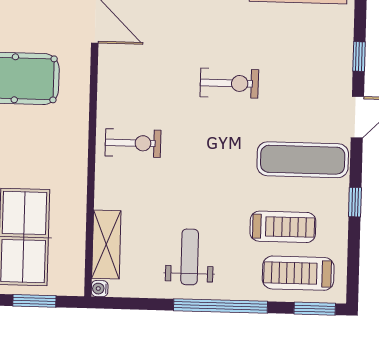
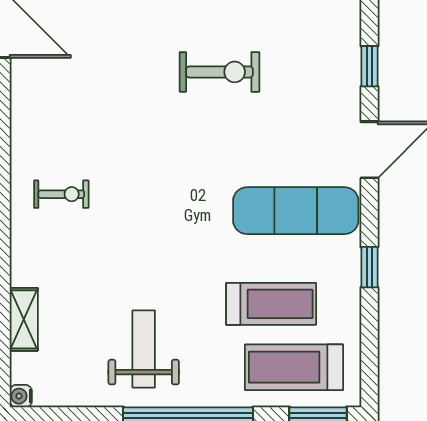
exercise bike: (229, 83) -> (219, 72), moved
exercise bike: (133, 143) -> (61, 194), width x0.73, depth x0.72
shelving: (106, 245) -> (24, 319), width x0.67, depth x0.75

